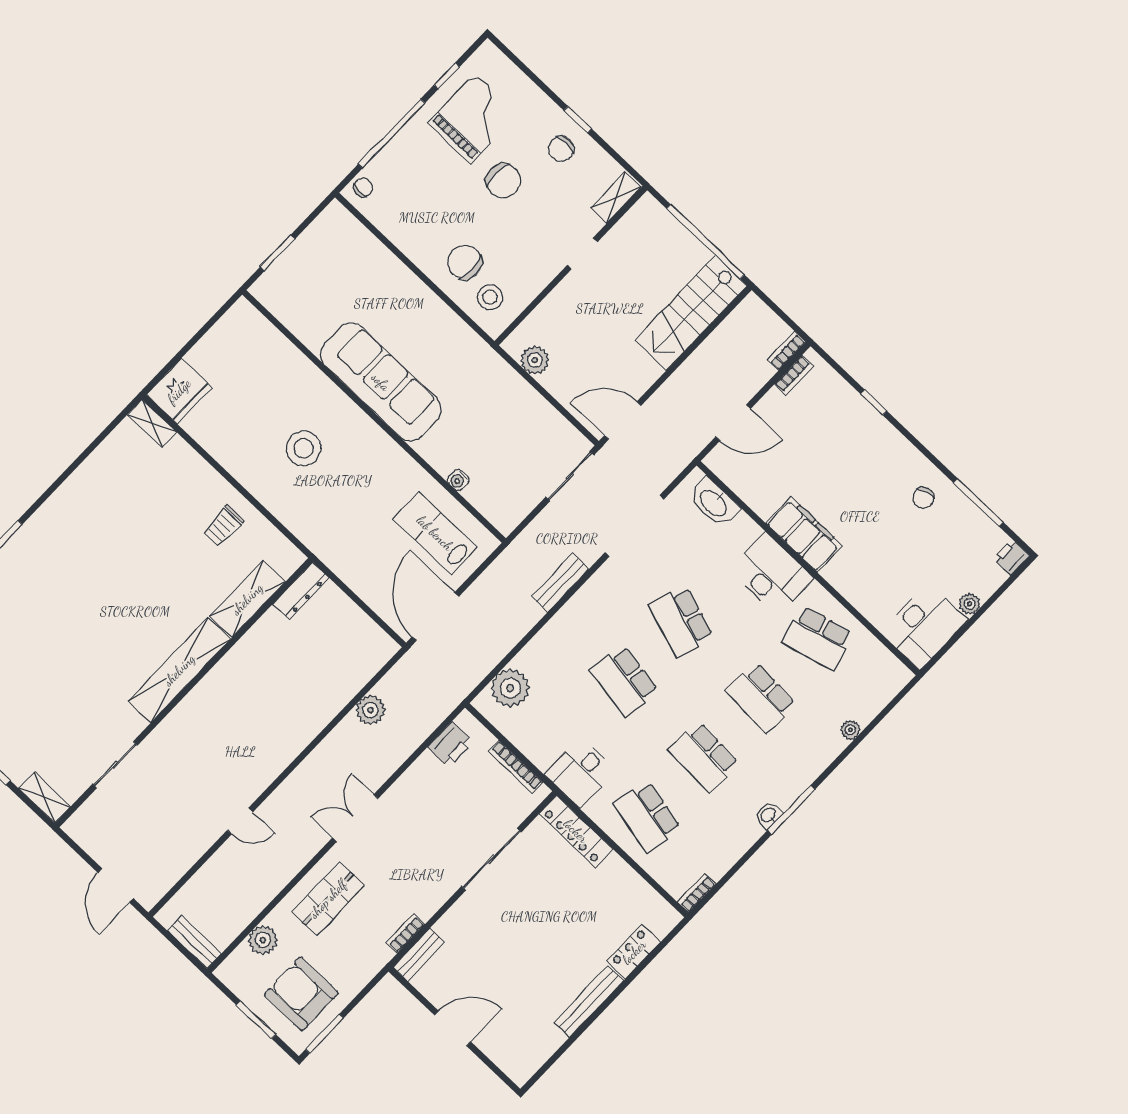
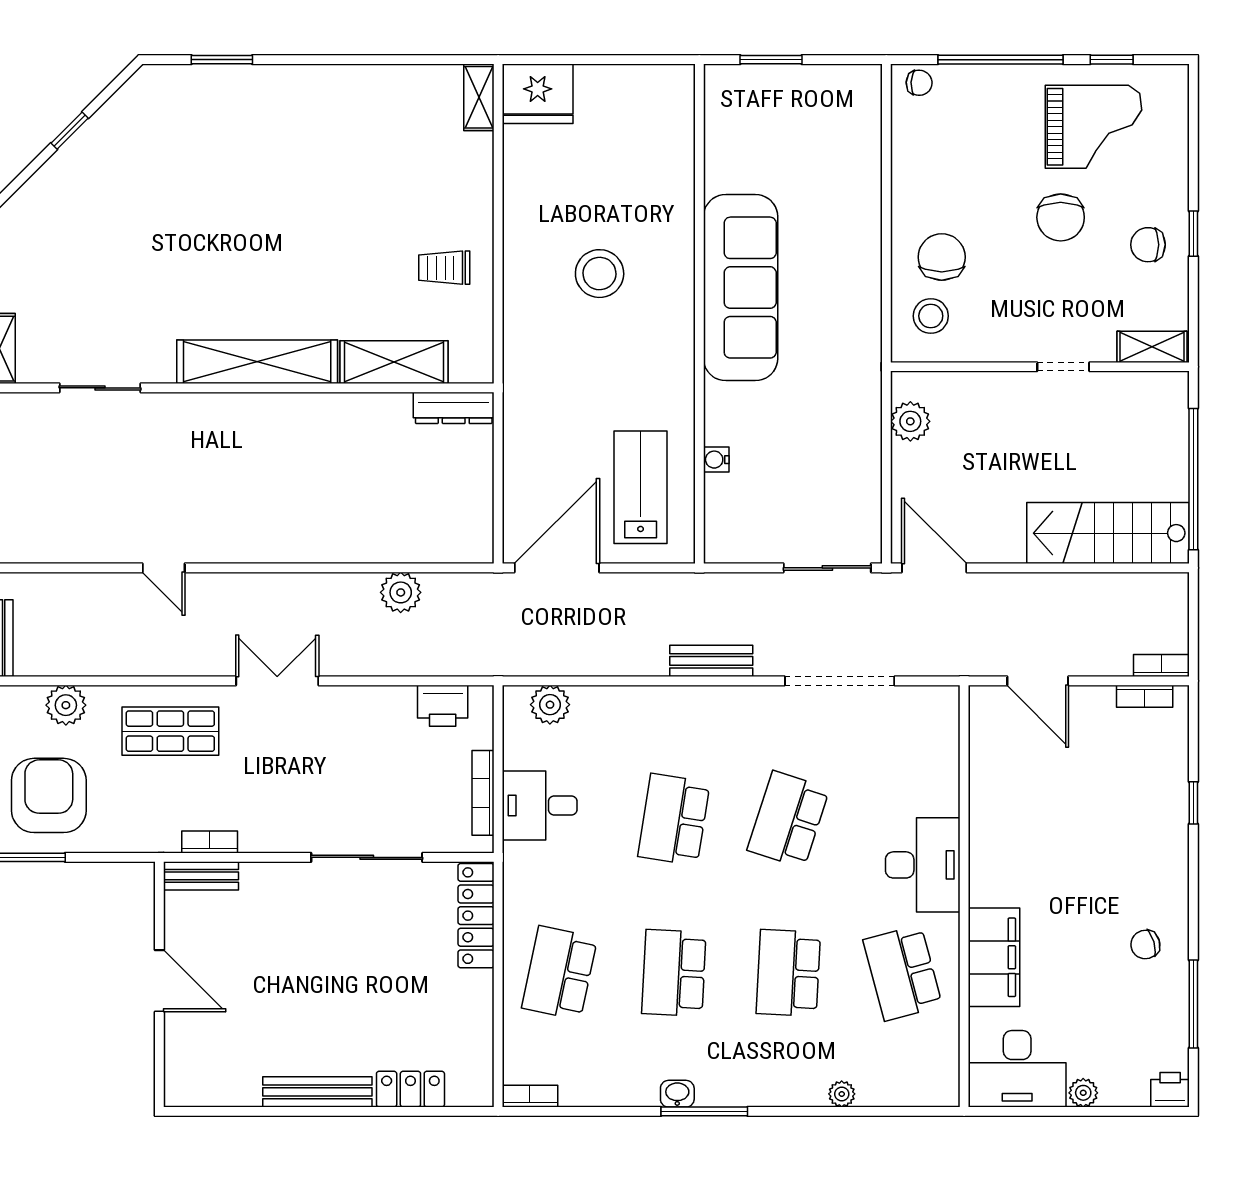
washbasin: (714, 503) -> (939, 738), removed
filing cabinet: (804, 534) -> (994, 957), moved
plant: (510, 688) -> (550, 705), width x0.73, depth x0.73
desk: (580, 772) -> (540, 806), moved

